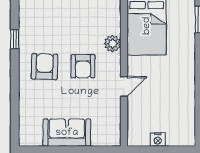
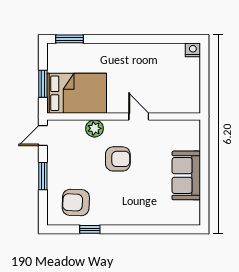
armchair: (45, 67) -> (76, 202), moved
nightstand: (158, 140) -> (193, 50), moved, turned -90

